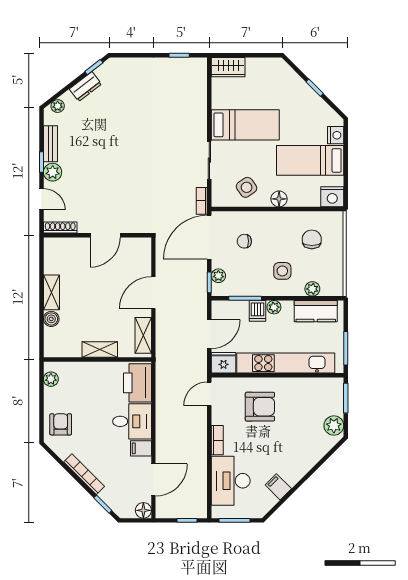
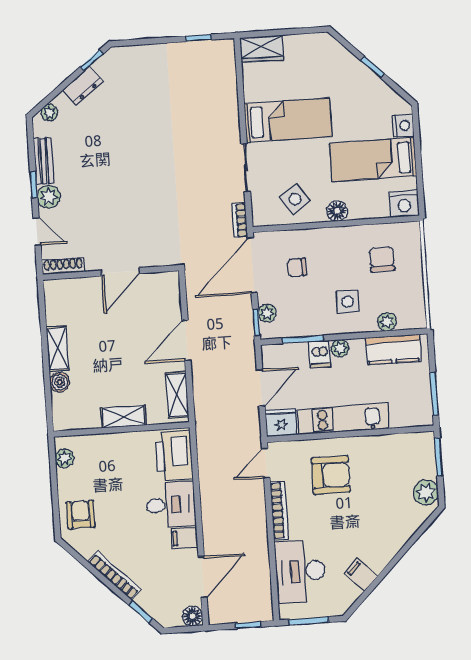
kitchen unit: (286, 363) -> (343, 419), width x0.73
bookcase: (217, 440) -> (279, 511), width x1.56

